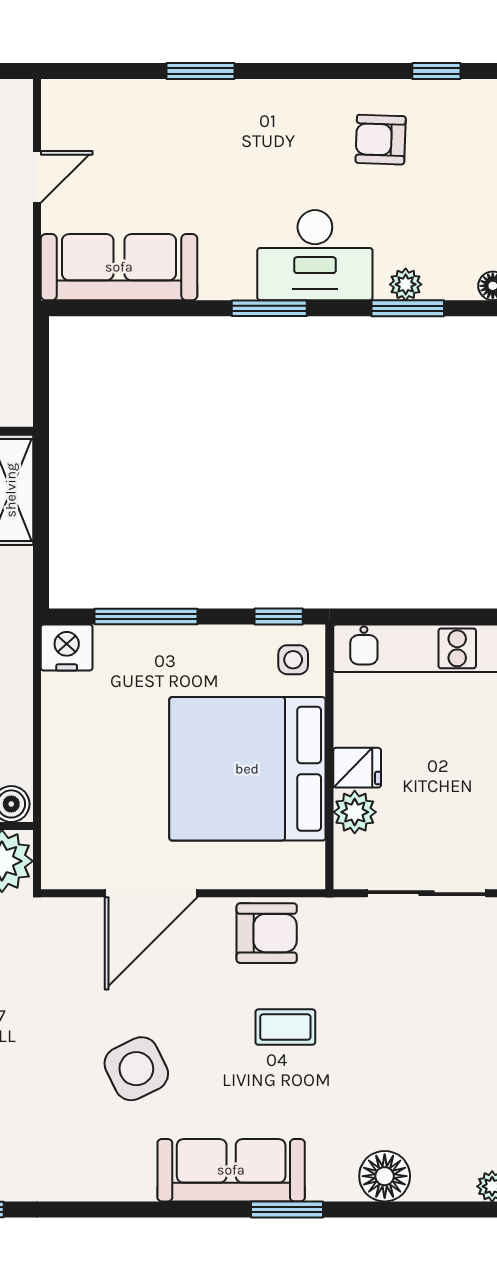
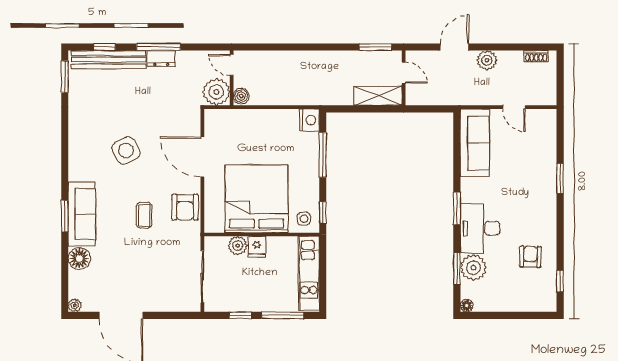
plant: (406, 284) -> (473, 268), width x1.88, depth x1.88
sofa: (231, 1170) -> (82, 214), moved

